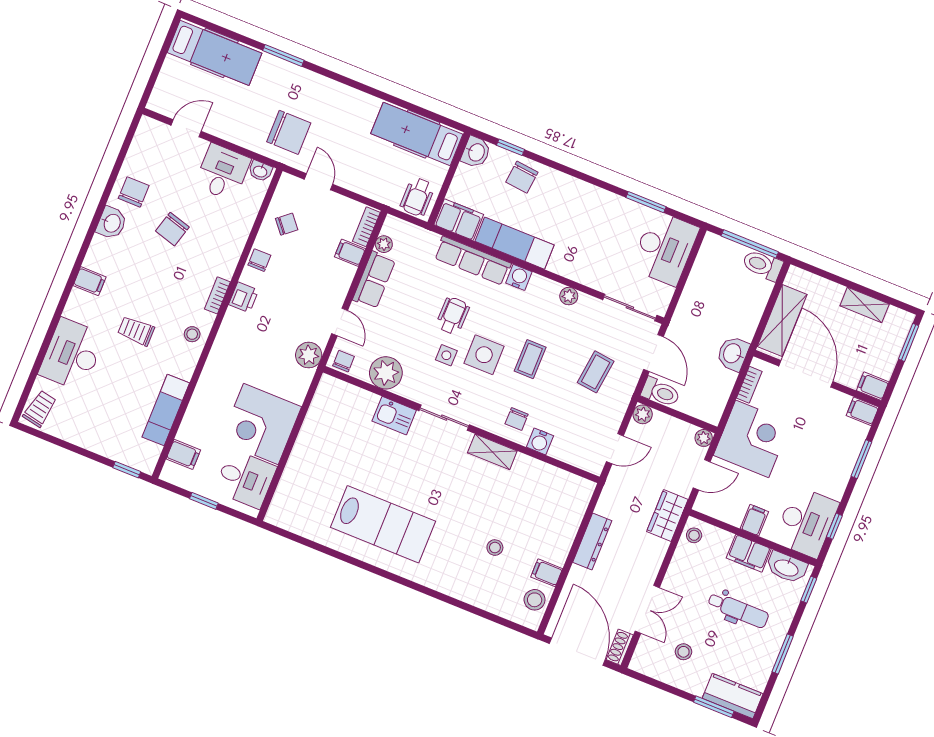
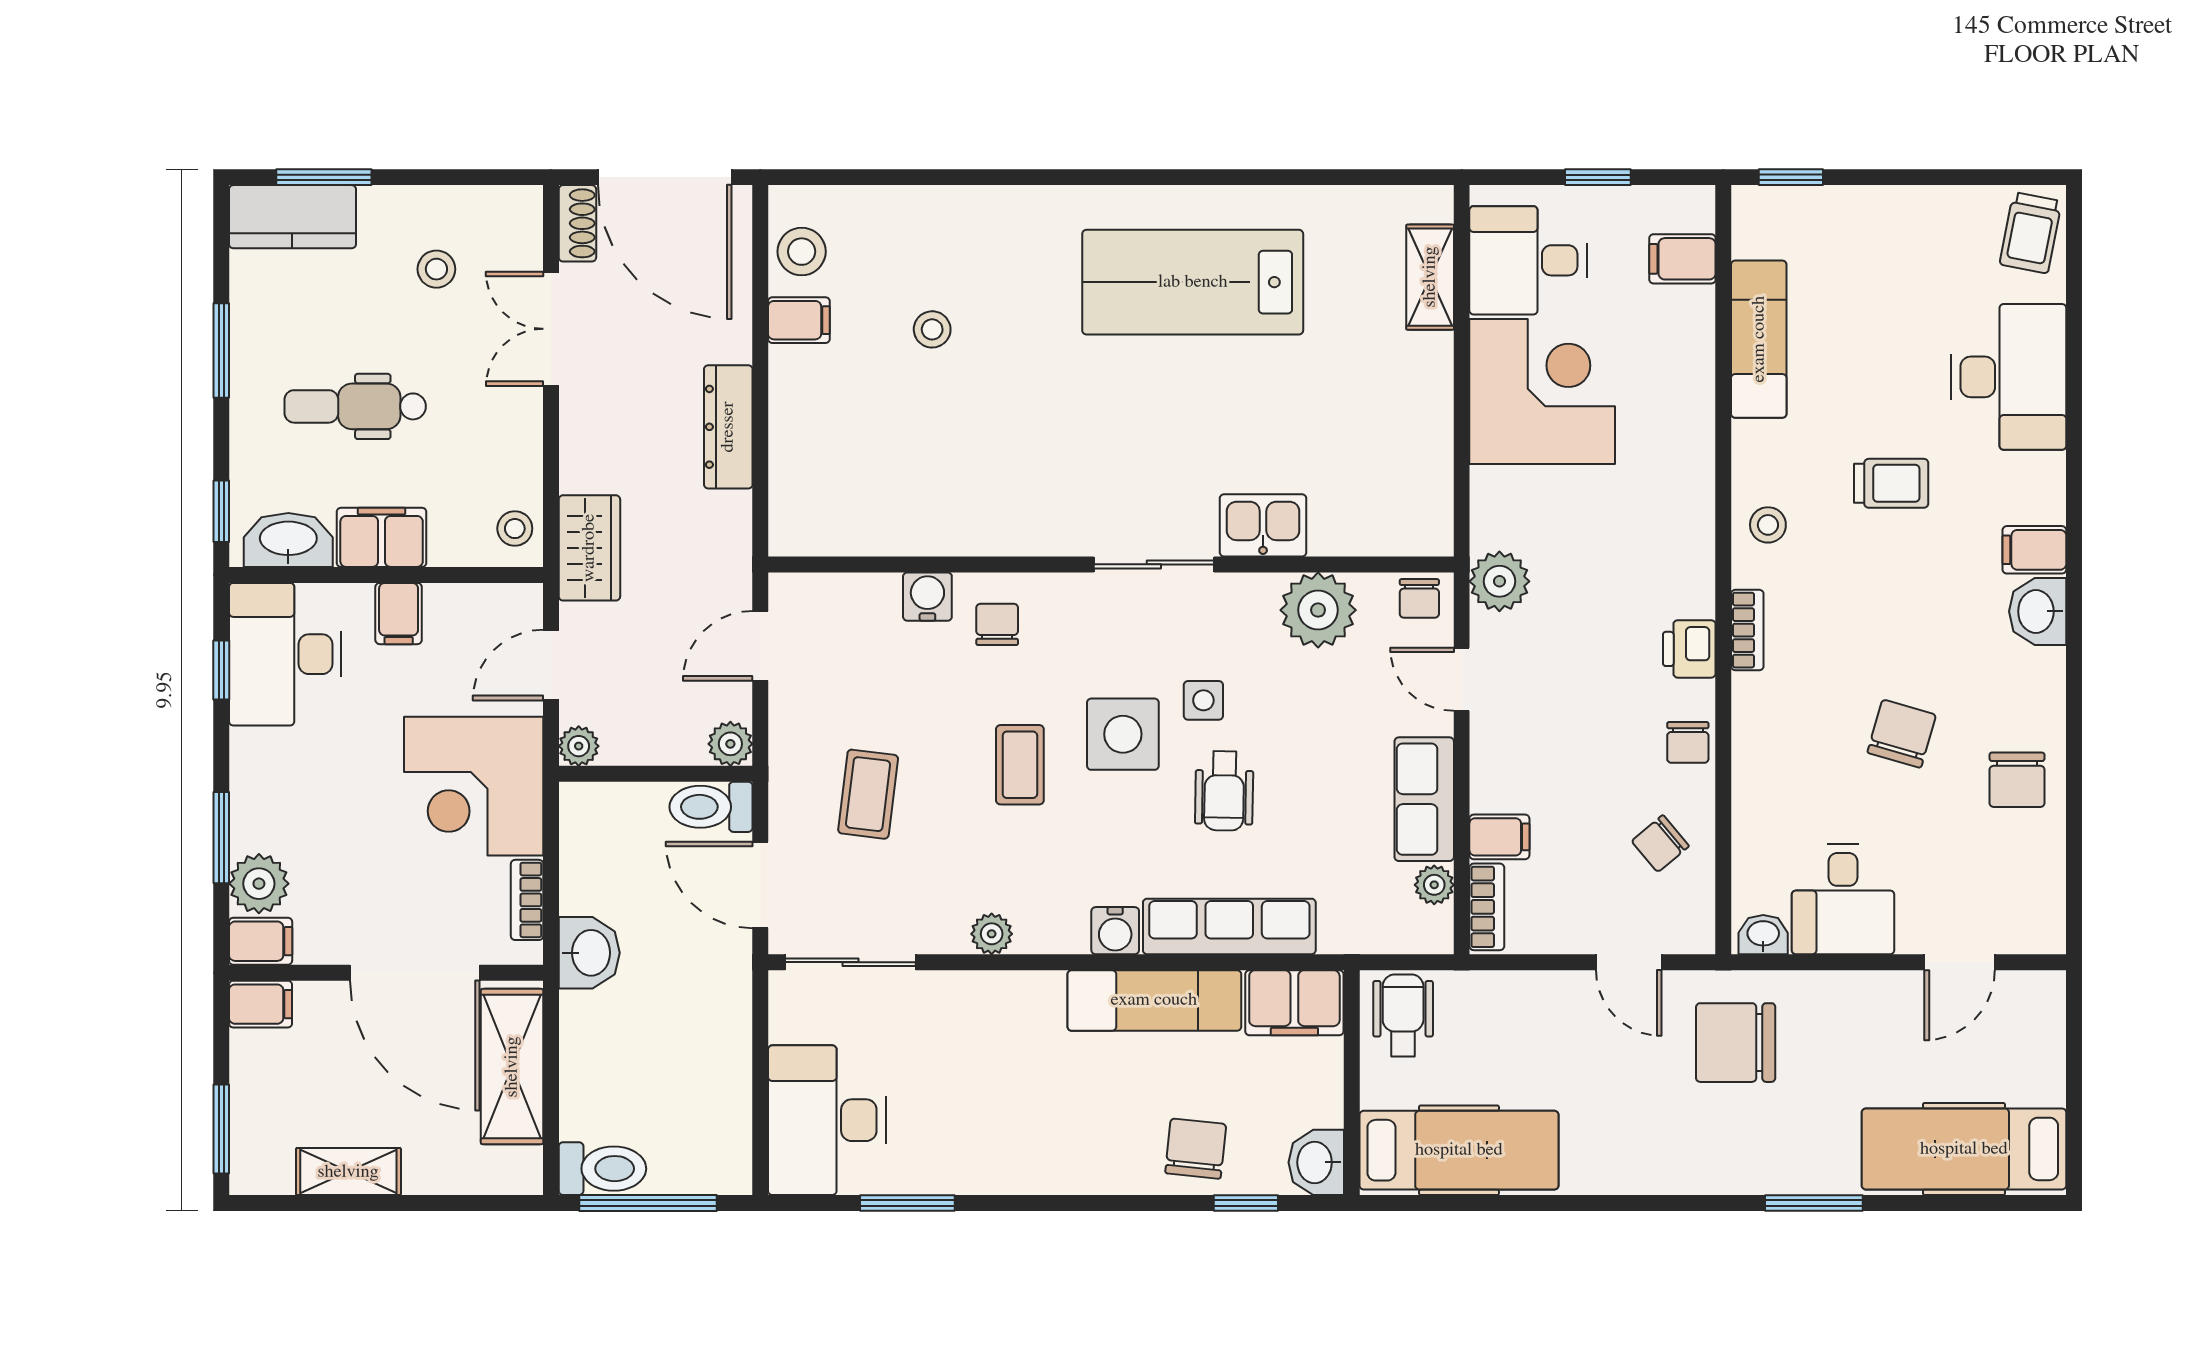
washbasin: (112, 223) -> (2038, 611), moved
plant: (854, 435) -> (259, 884), added
shelving: (492, 452) -> (1430, 277), moved, turned 90

